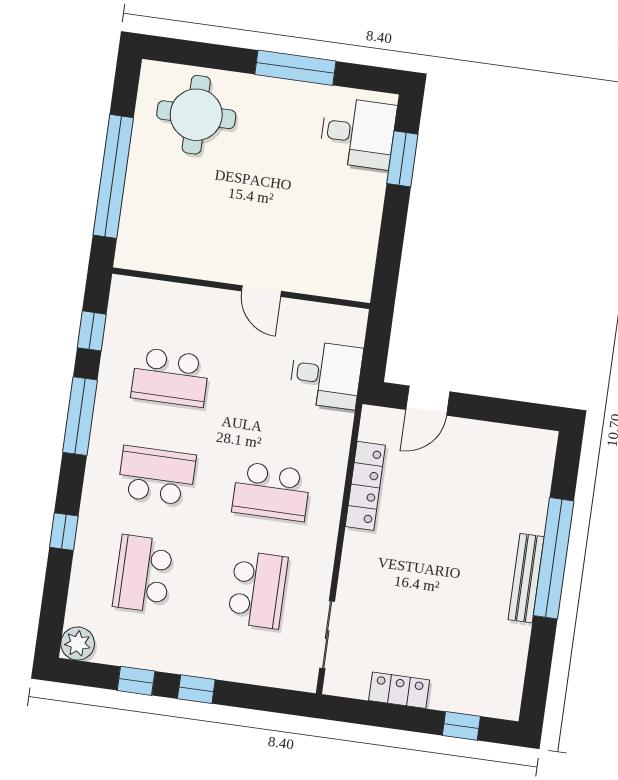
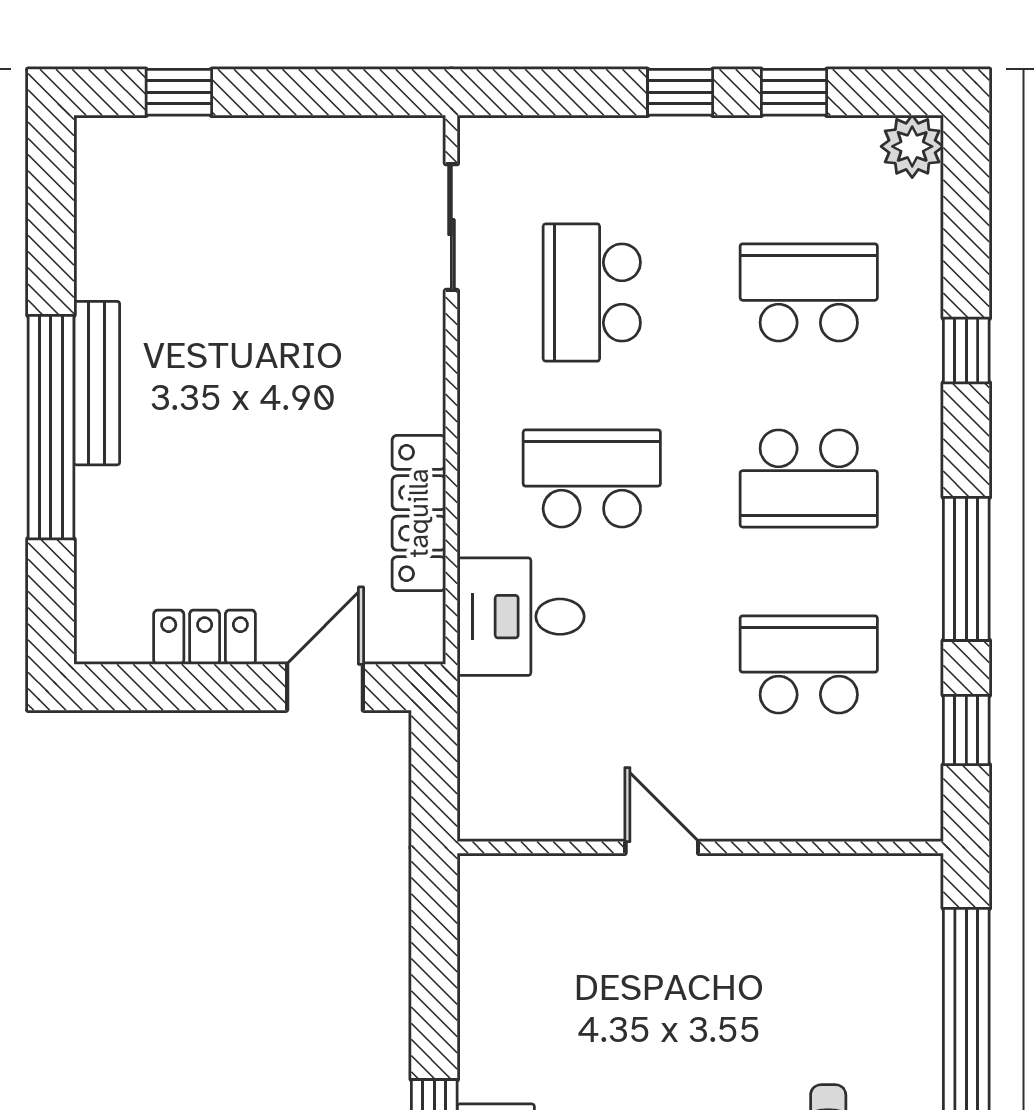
desk: (326, 375) -> (521, 617), moved
school desk: (143, 574) -> (809, 292), turned -90
locker: (399, 690) -> (205, 637), moved, turned 180

